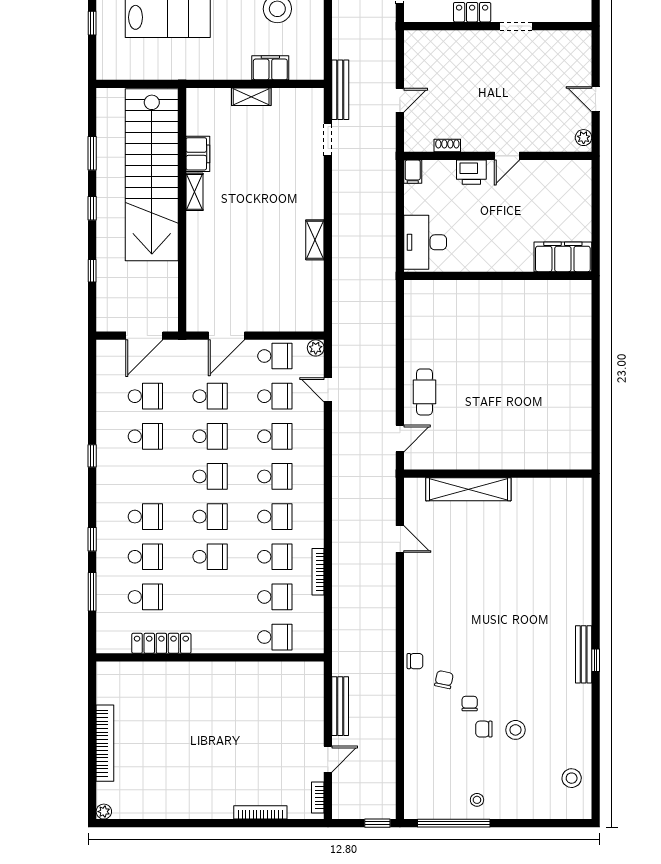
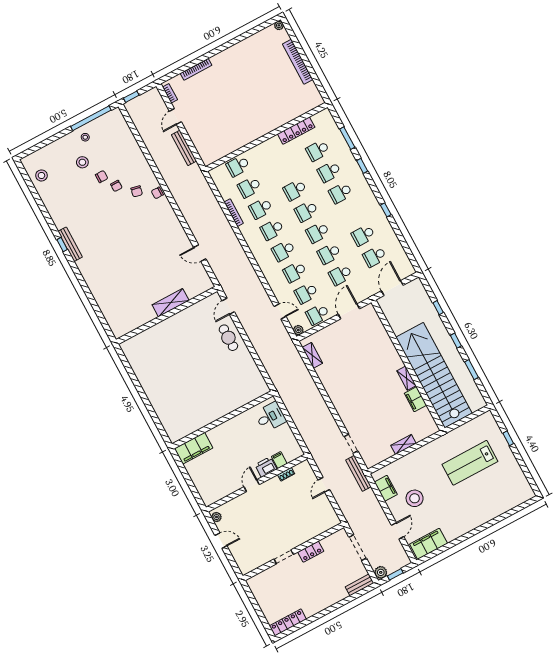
filing cabinet: (270, 68) -> (386, 488), moved, turned -90
filing cabinet: (413, 172) -> (279, 460), moved
shelving: (315, 240) -> (312, 355), moved
desk: (425, 242) -> (270, 417), width x0.73
shelving: (468, 489) -> (171, 303), width x0.68
stool: (516, 730) -> (82, 162), moved

